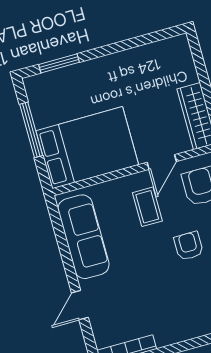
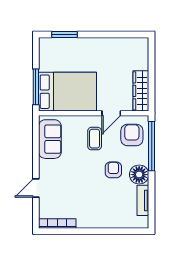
window: (31, 130) -> (36, 87), moved
sofa: (83, 237) -> (50, 139), width x0.73

